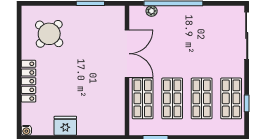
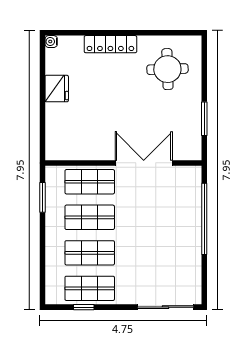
plant: (152, 11) -> (195, 193), removed
round table: (49, 34) -> (167, 69), turned 45
double door: (127, 54) -> (144, 163), swing flipped

